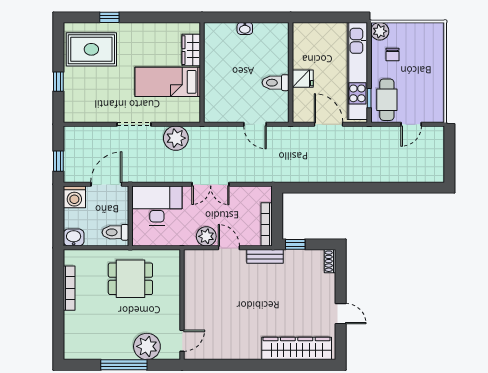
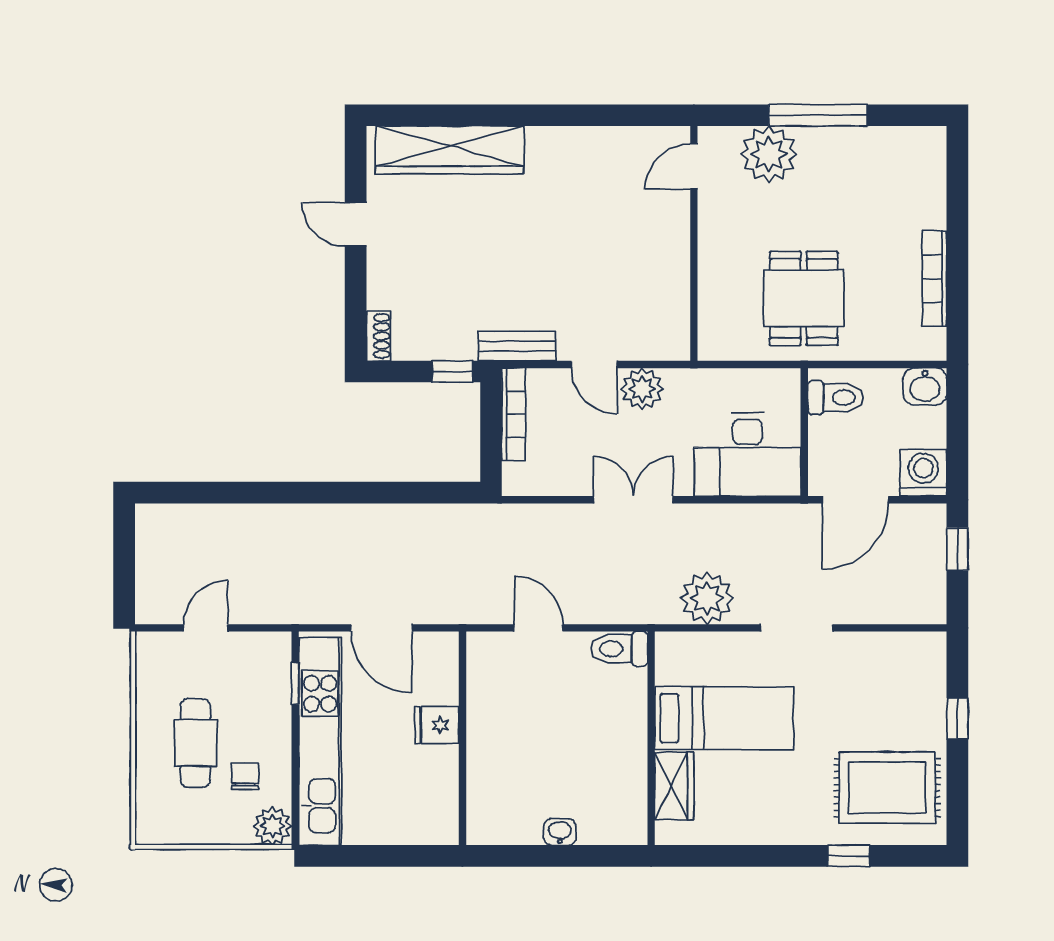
toilet: (276, 83) -> (619, 649), moved, turned 180
cafe table: (387, 100) -> (195, 743), moved
dining table: (130, 279) -> (804, 298), turned 90

